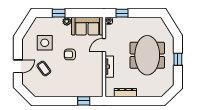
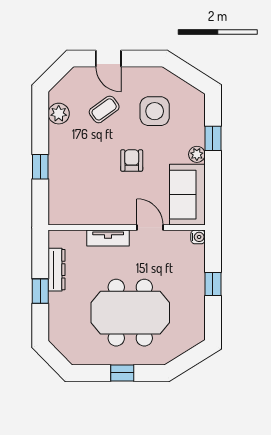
window: (122, 13) -> (213, 284), moved
plant: (46, 92) -> (59, 114), added
window: (84, 101) -> (40, 167), moved
window: (136, 101) -> (40, 291), added

